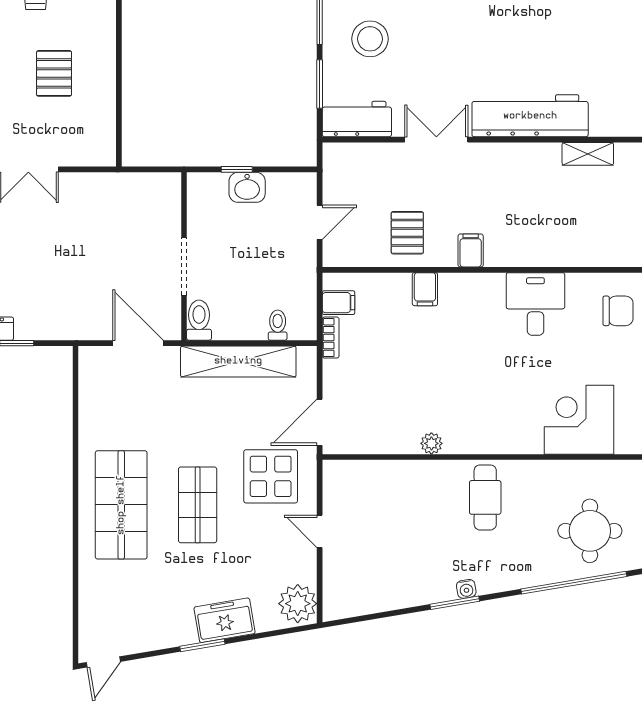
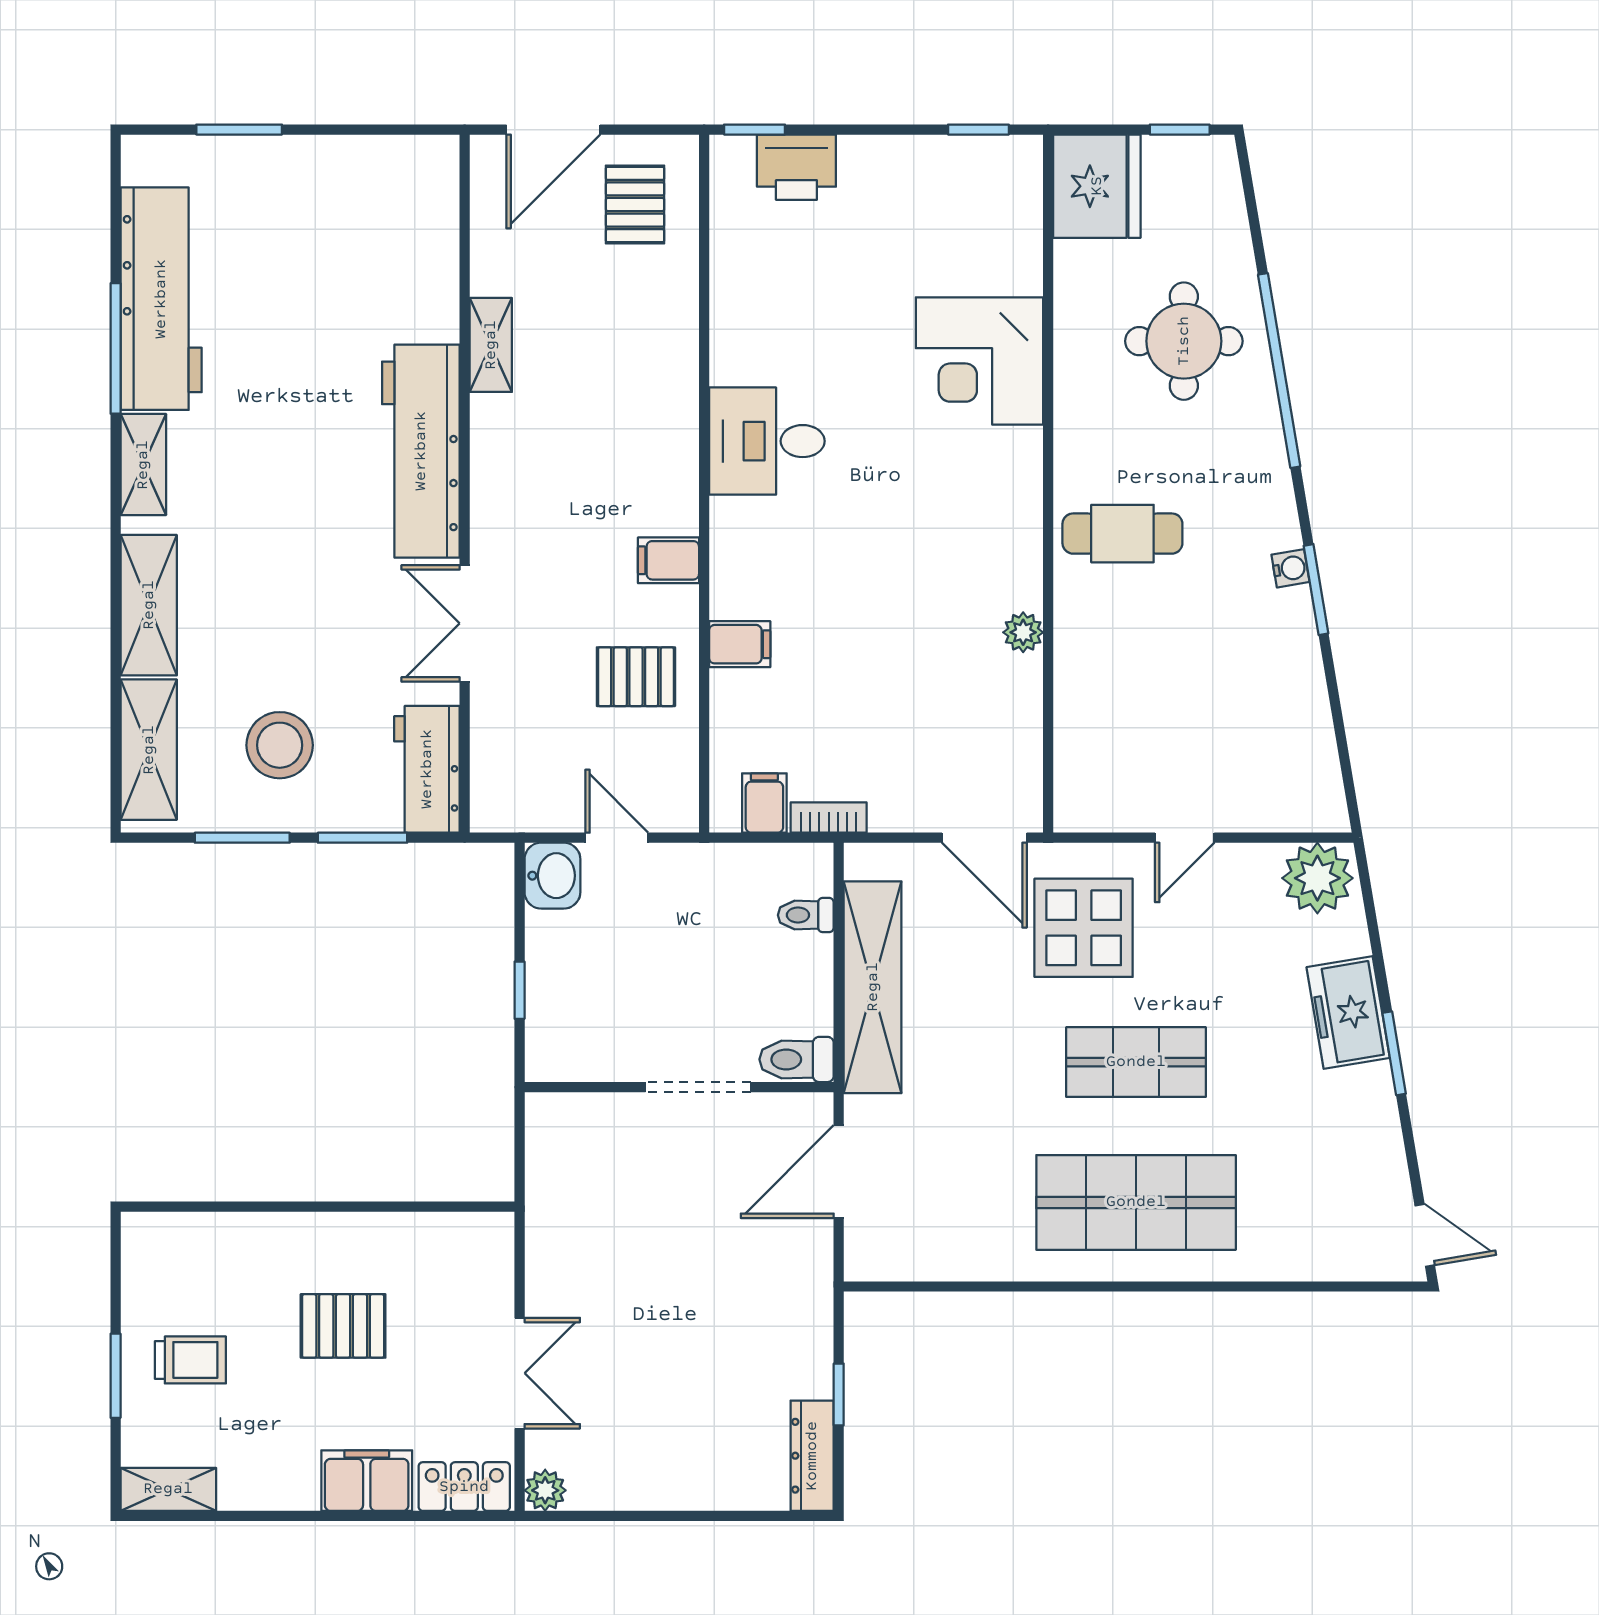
washbasin: (247, 187) -> (552, 876), moved
chair: (618, 311) -> (780, 289), removed

